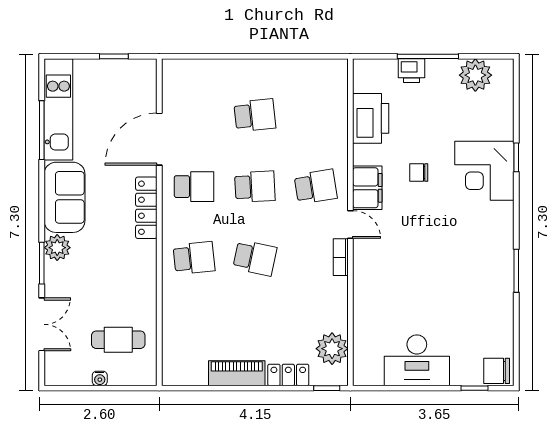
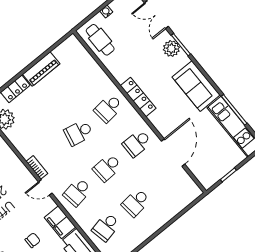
school desk: (316, 115) -> (106, 227), added
filing cabinet: (367, 188) -> (60, 222), moved
locker: (146, 208) -> (138, 97), moved
plant: (57, 248) -> (171, 49), moved
cafe table: (118, 340) -> (100, 40), moved, turned 90

